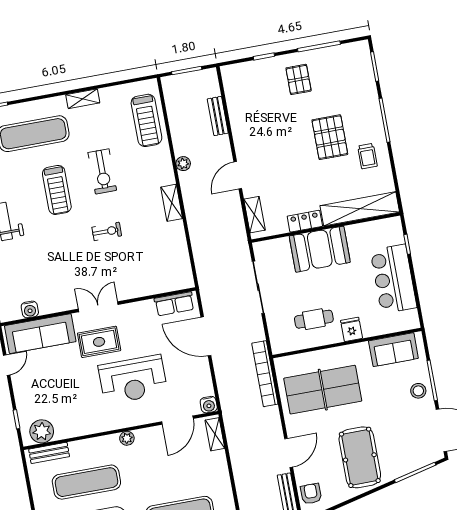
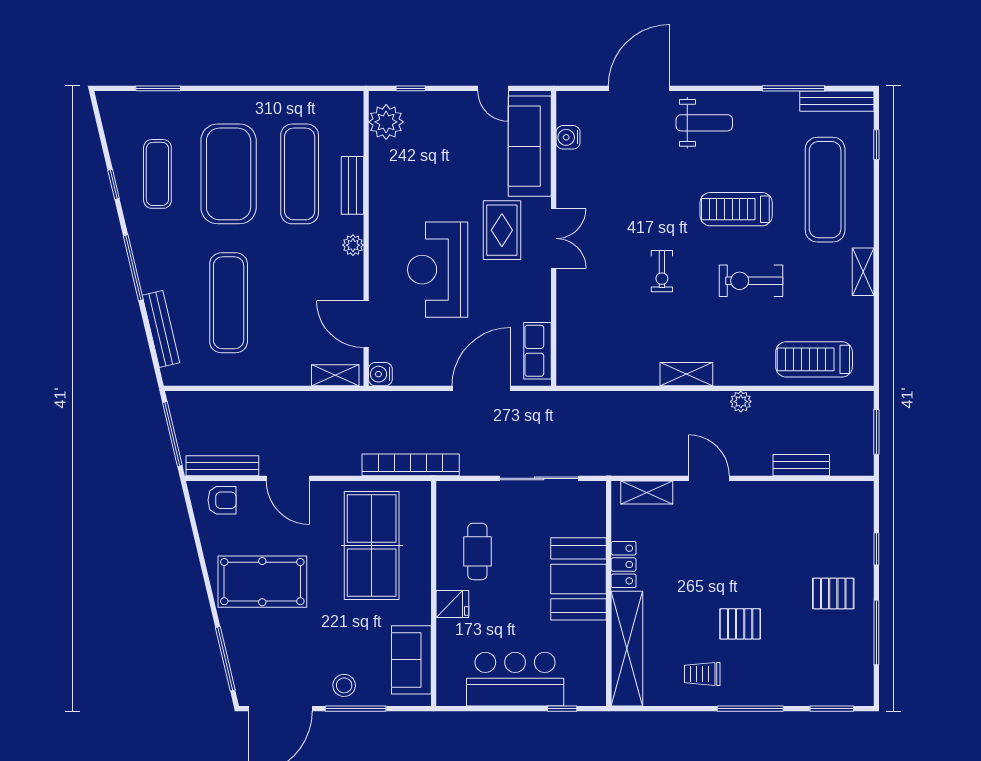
pallet: (330, 137) -> (740, 624), width x0.67, depth x0.71
bench: (49, 453) -> (353, 185), moved

